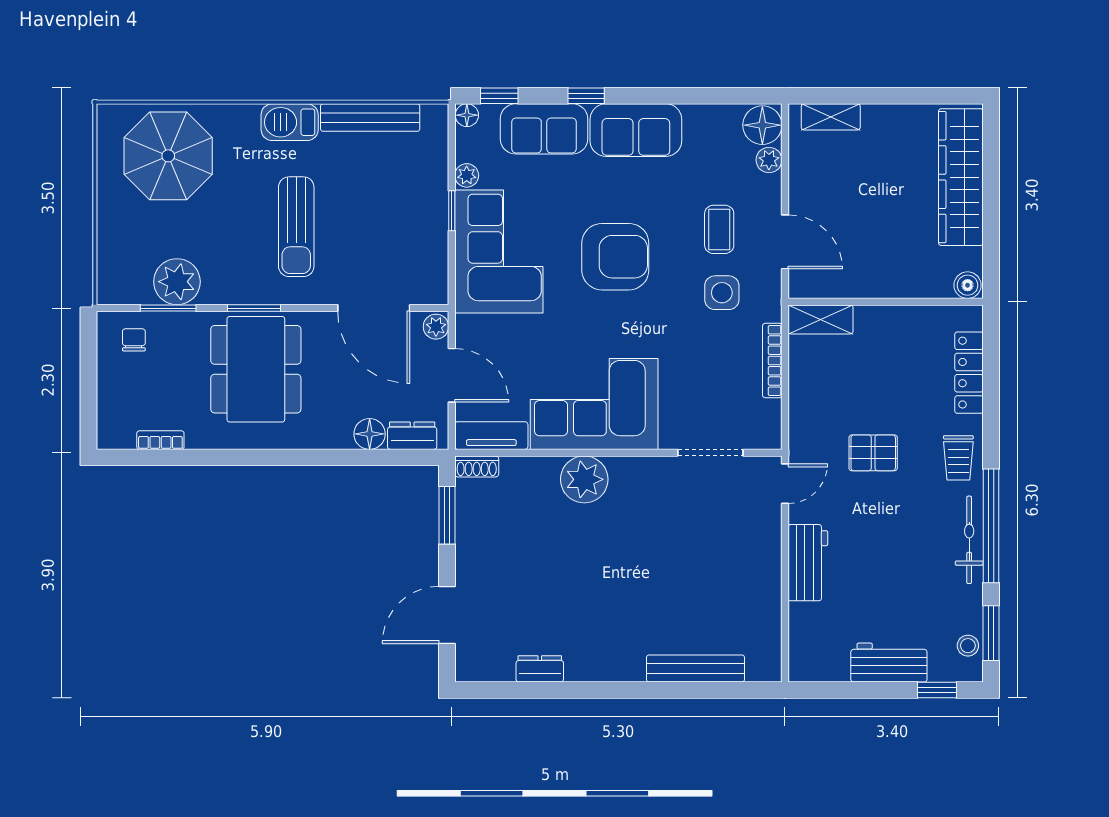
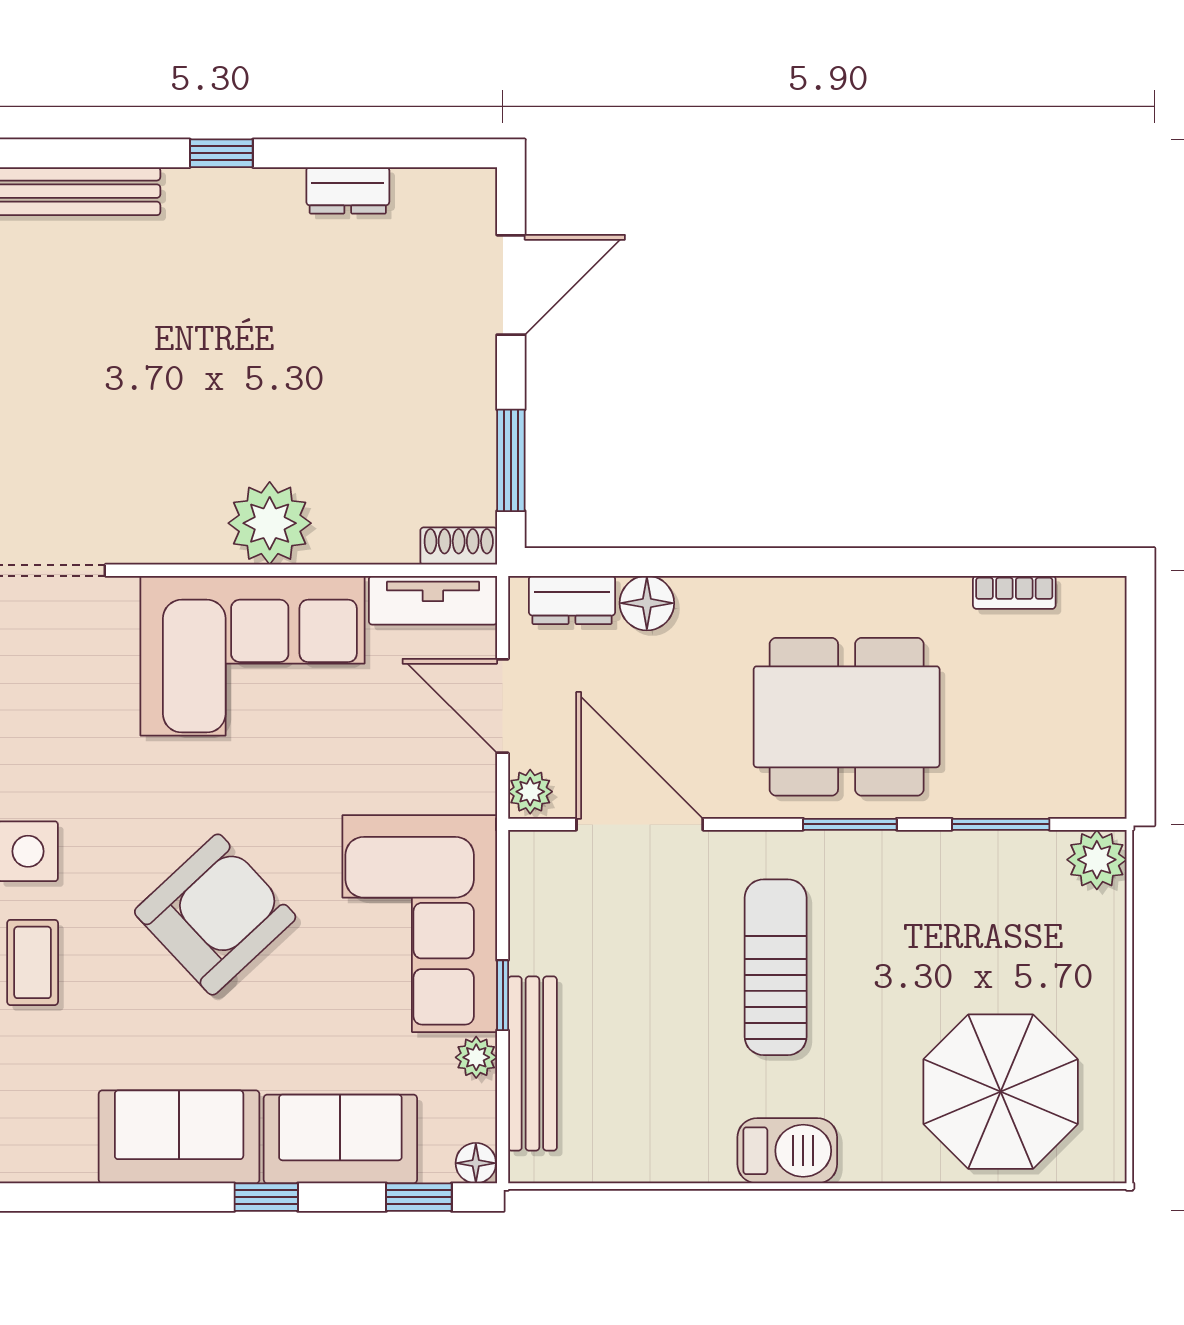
bench: (370, 118) -> (532, 1064), moved, turned 90
armchair: (615, 257) -> (215, 915), turned 137
plant: (177, 282) -> (1097, 860), moved, width x0.73, depth x0.73
chair: (134, 340) -> (1061, 768), removed
dining table: (256, 369) -> (847, 717), turned 90
window: (612, 690) -> (221, 153), added

